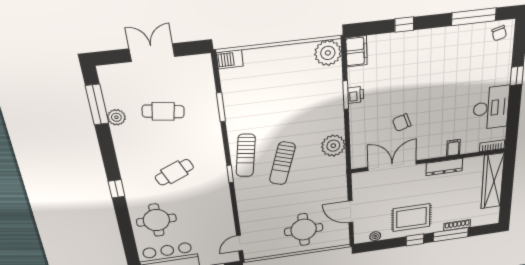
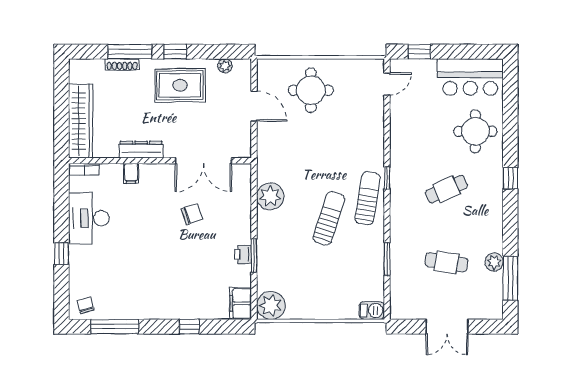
sun lounger: (282, 163) -> (329, 218), moved

